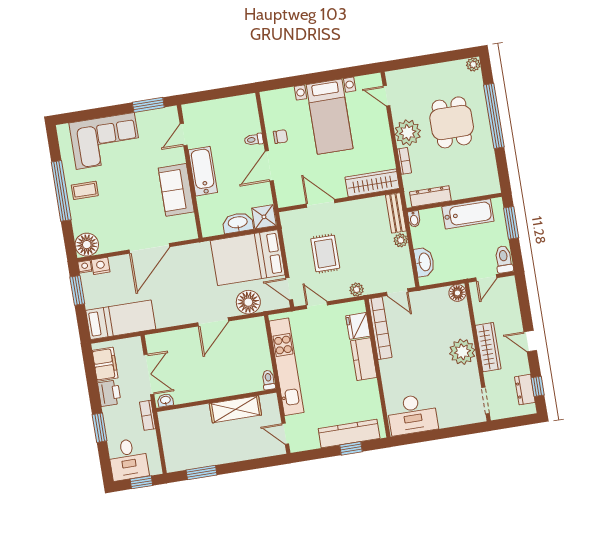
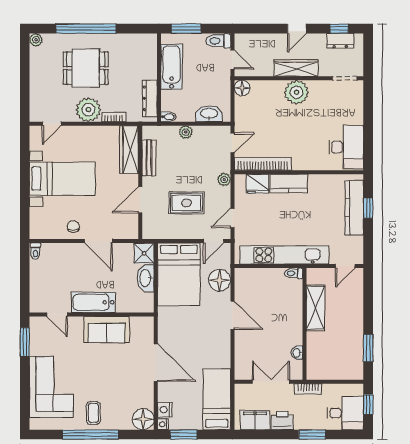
toilet: (254, 140) -> (35, 251), moved
bench: (396, 213) -> (149, 158), moved, turned 90
washbasin: (165, 400) -> (297, 353), moved

